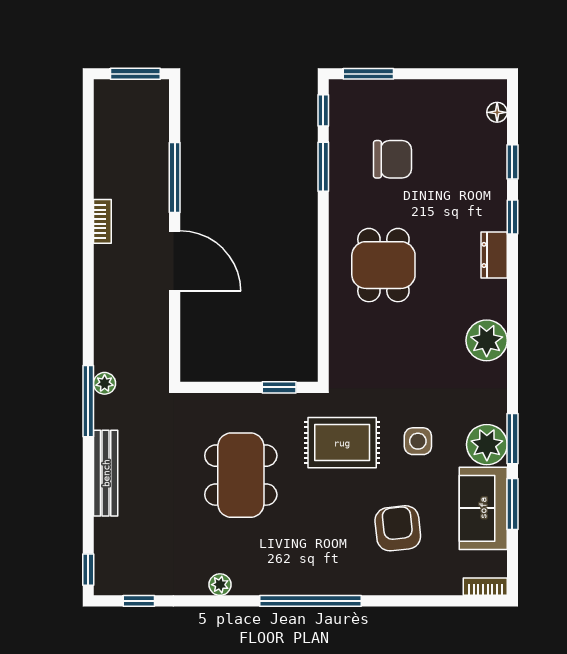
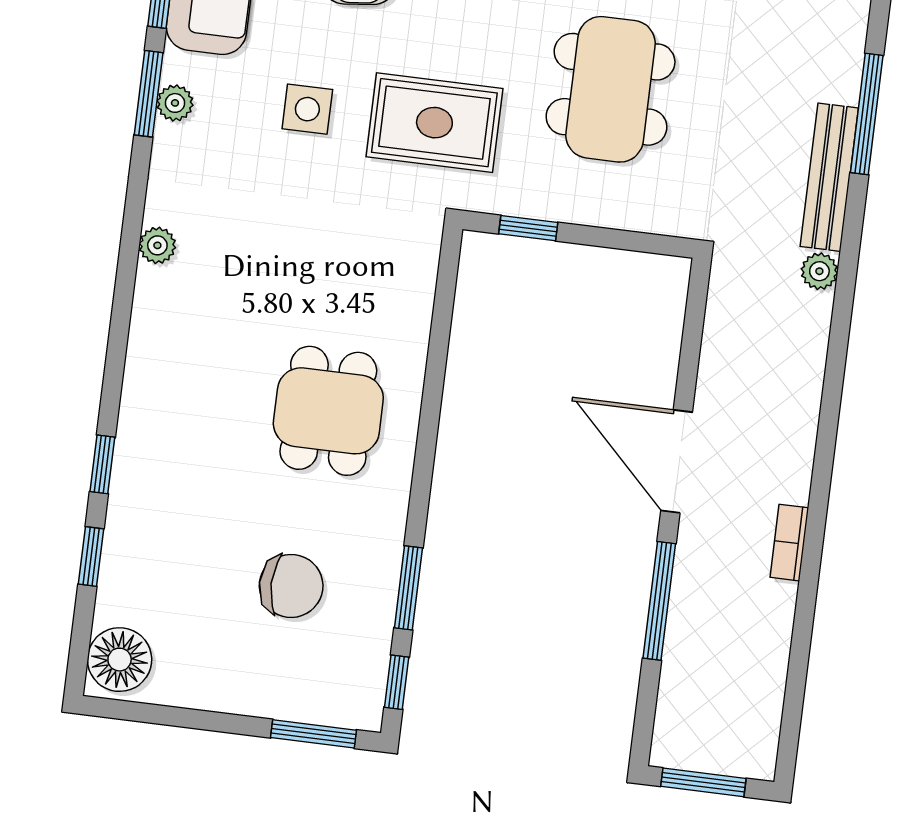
floor lamp: (497, 112) -> (120, 660), width x1.89, depth x1.89
chair: (392, 159) -> (291, 586), turned 180
dresser: (494, 255) -> (141, 405), removed
plant: (487, 340) -> (157, 245), width x0.53, depth x0.53
window: (88, 401) -> (867, 114), moved
plant: (487, 445) -> (175, 103), width x0.53, depth x0.53
bench: (106, 473) -> (829, 177), moved

